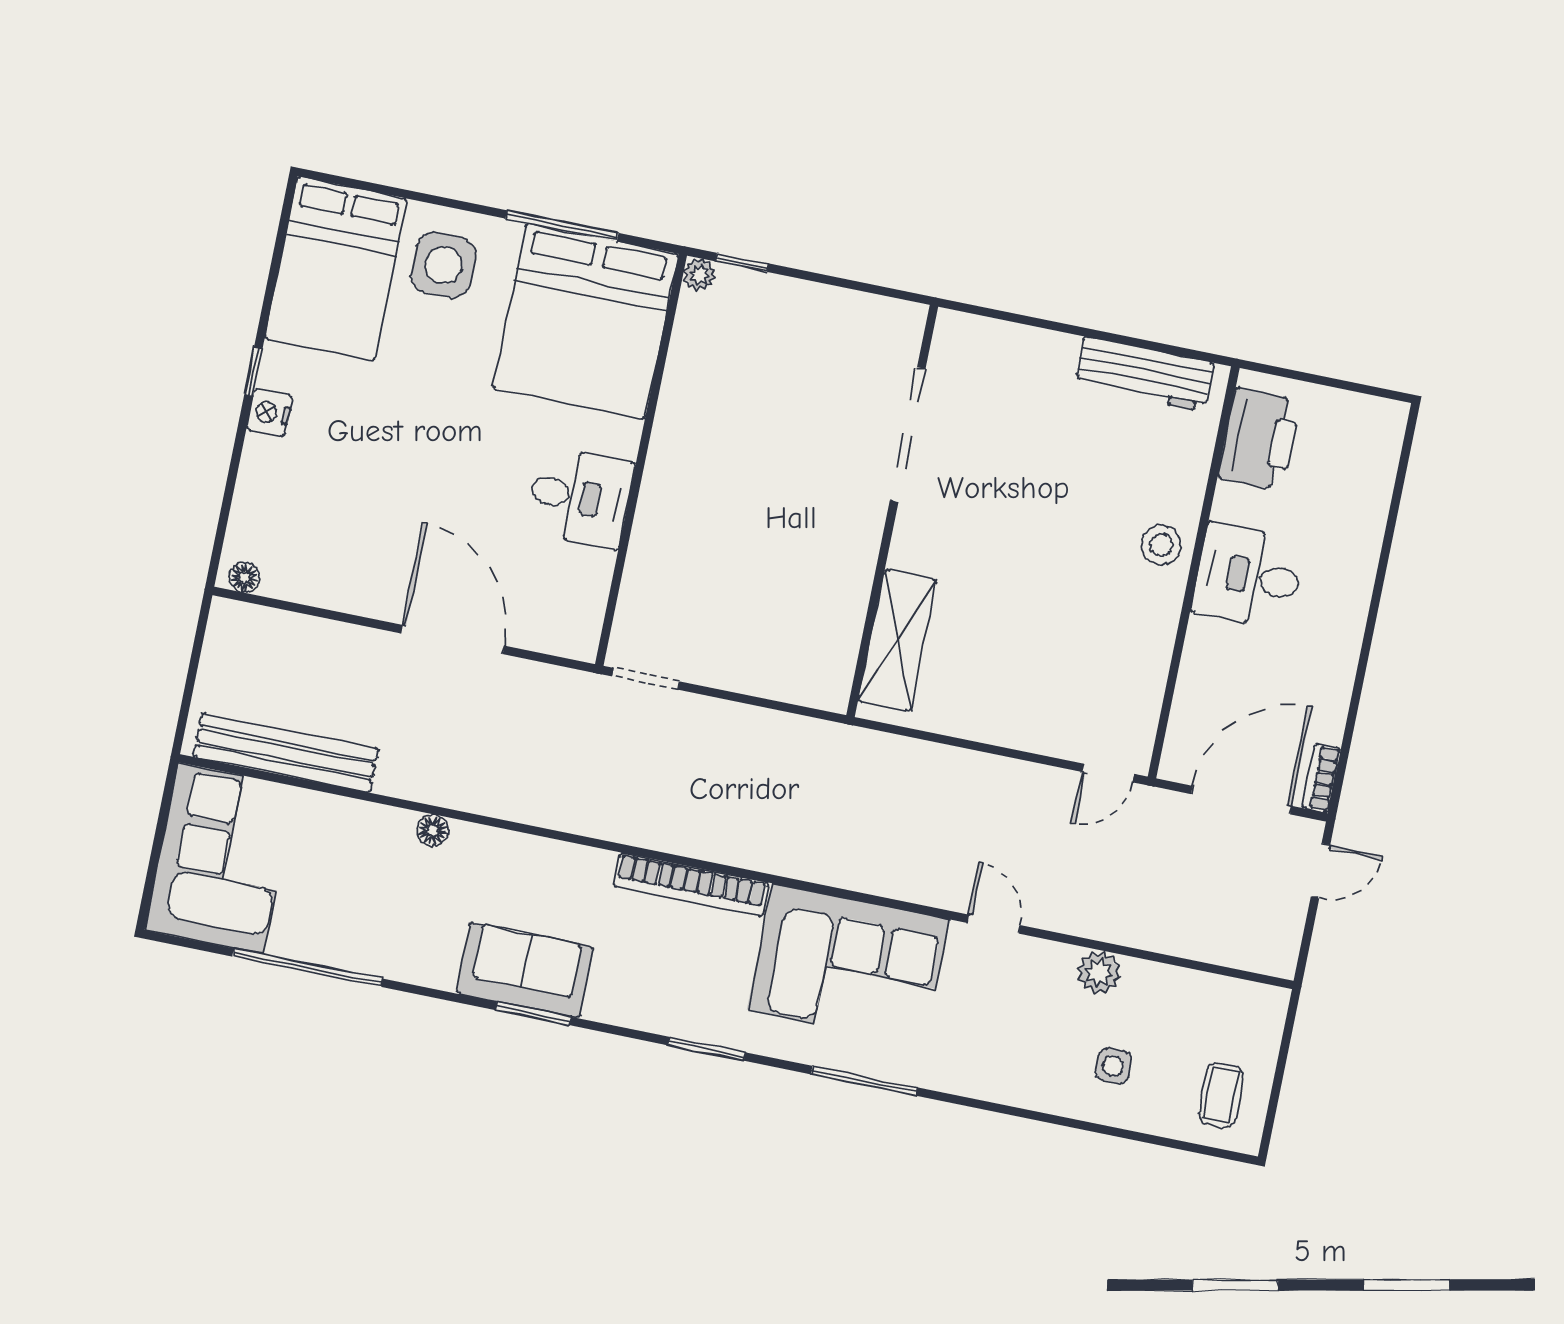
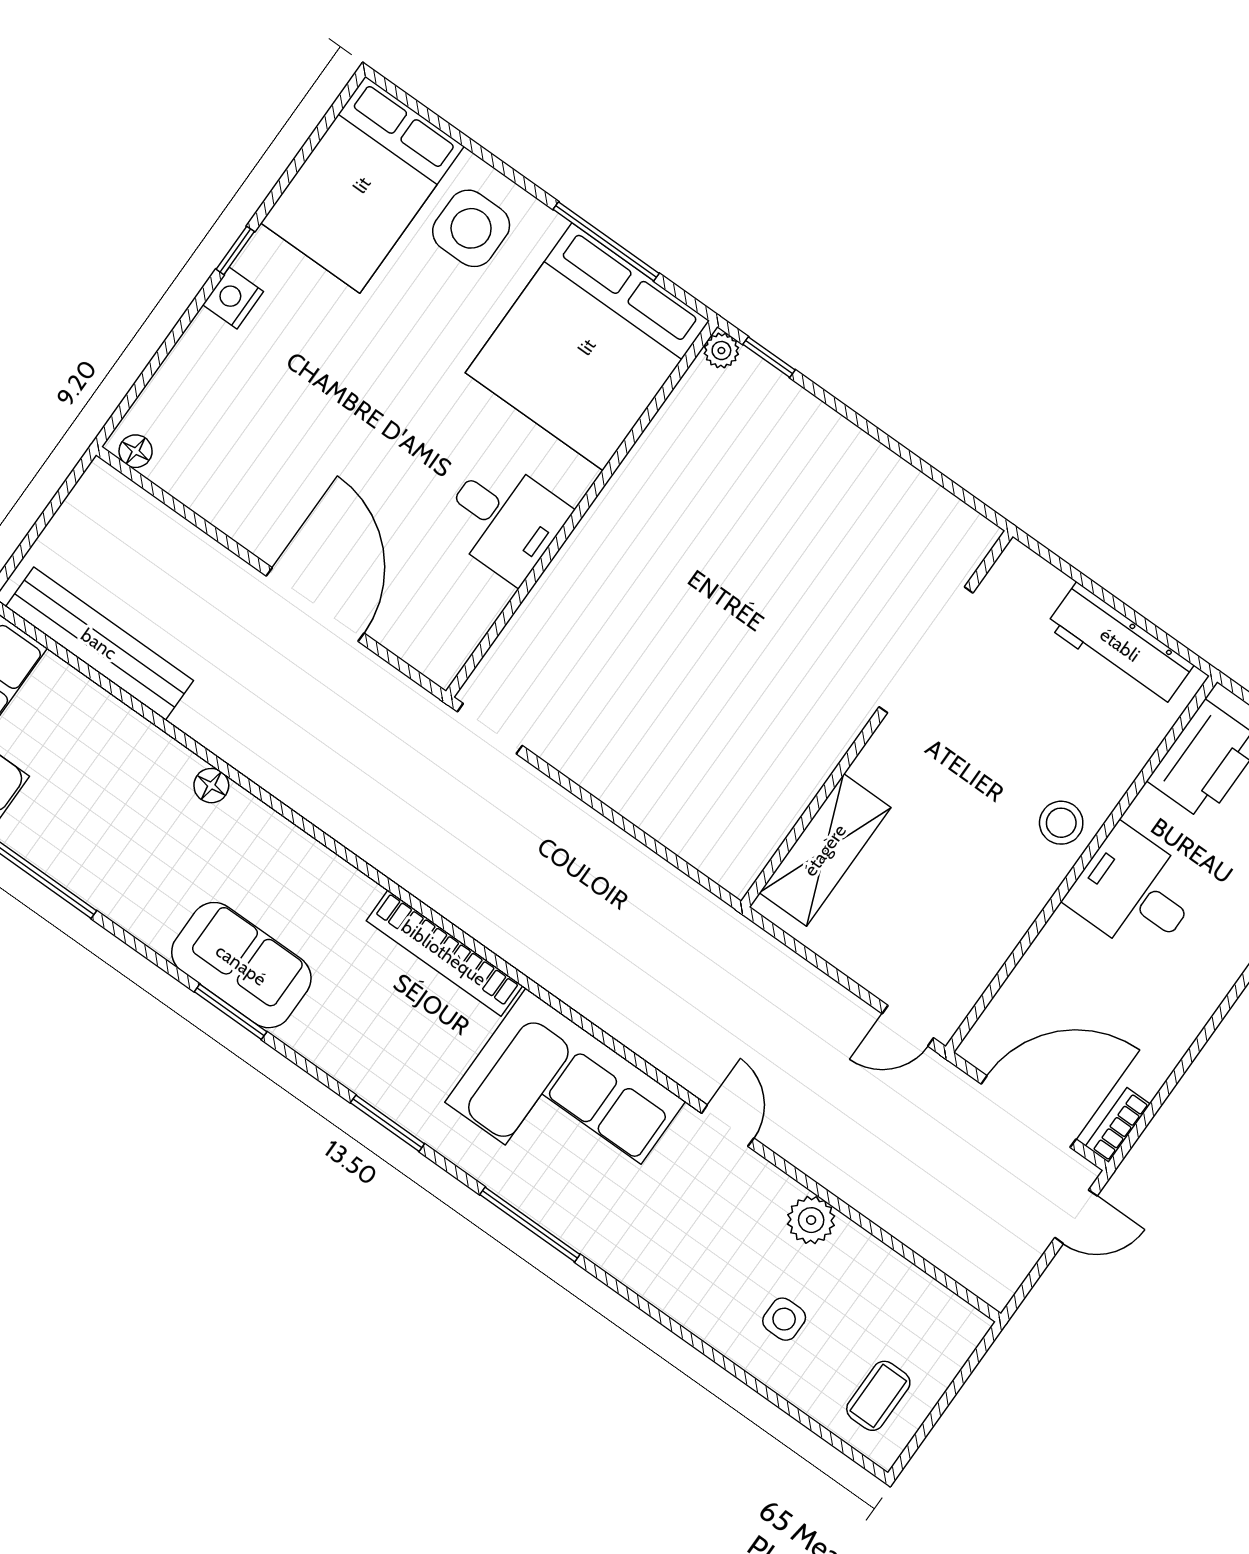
doorway: (908, 435) -> (926, 650), moved
wall: (892, 511) -> (877, 719), moved
shelving: (898, 641) -> (825, 850), moved

